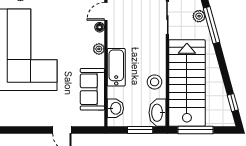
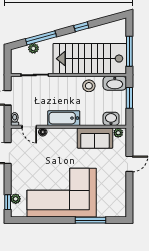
plant: (99, 49) -> (118, 133), moved
bathtub: (116, 67) -> (64, 118), moved
window: (233, 103) -> (81, 27), moved

